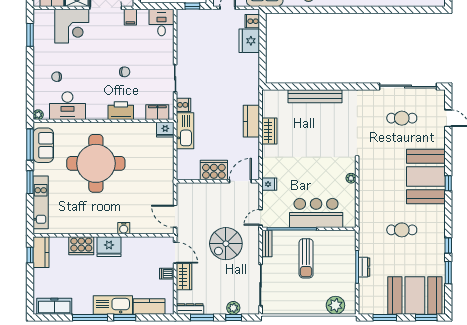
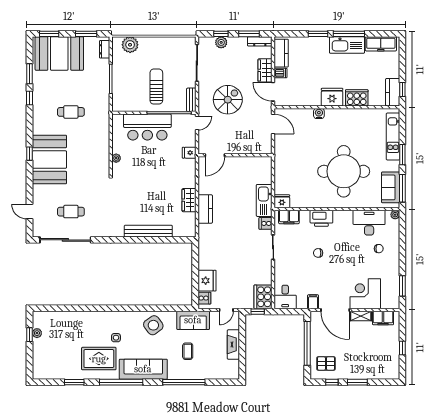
cooker: (214, 170) -> (263, 297), moved, turned 90
dresser: (364, 267) -> (105, 49), moved
kitchen sink: (113, 305) -> (347, 45), moved
kitchen counter: (149, 306) -> (281, 53), moved, turned -90

